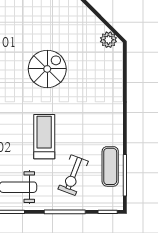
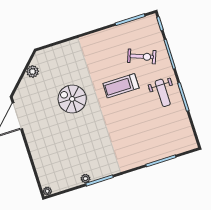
plant: (108, 40) -> (33, 72), moved
exercise mat: (110, 166) -> (127, 32), removed

